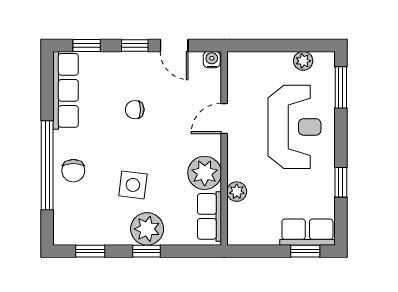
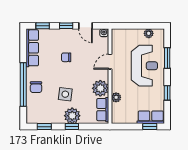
window: (341, 87) -> (167, 58), moved

